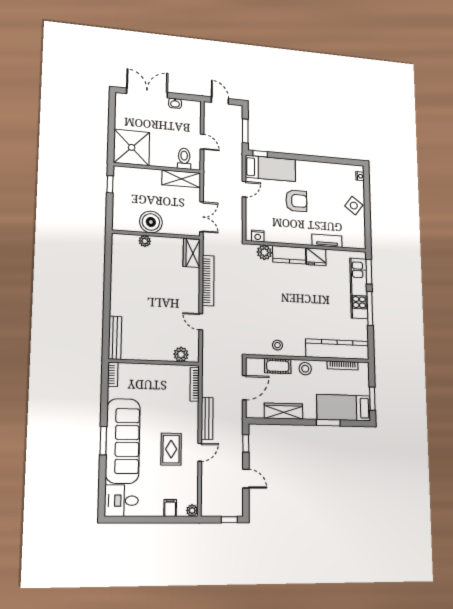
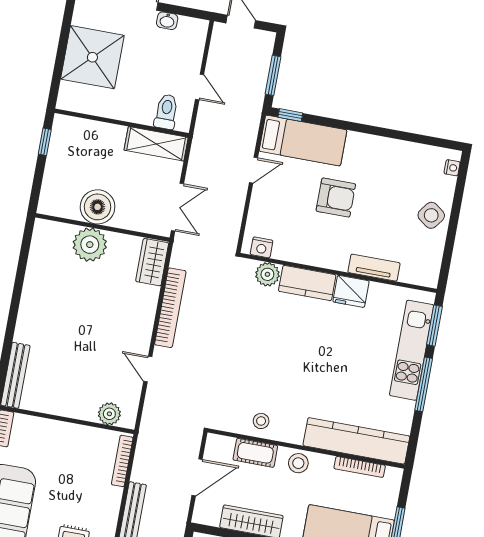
shower: (132, 147) -> (92, 57), moved
plant: (145, 241) -> (90, 245), width x1.88, depth x1.88

